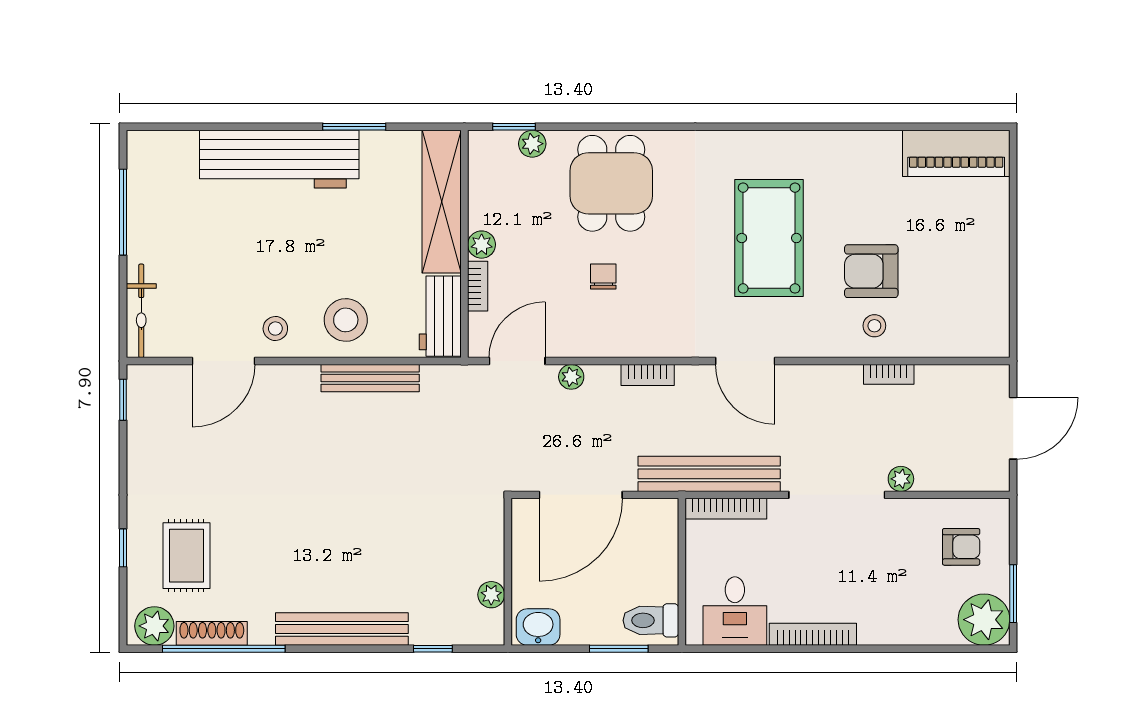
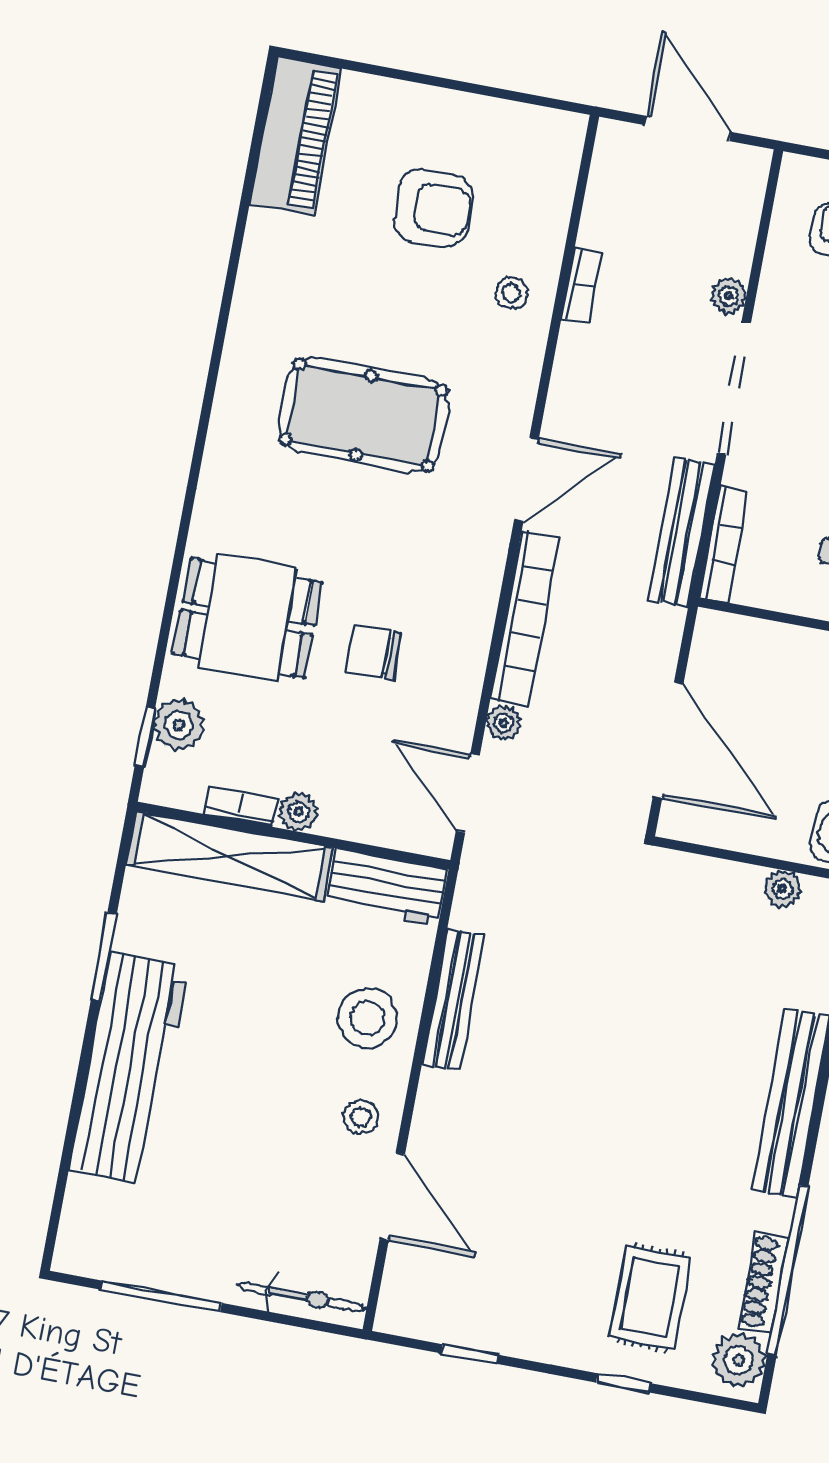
plant: (532, 144) -> (179, 725), width x1.38, depth x1.38
armchair: (871, 271) -> (433, 208), moved, turned -90
chair: (603, 277) -> (374, 653), width x1.37, depth x1.37
bookcase: (478, 286) -> (240, 807), moved
bookcase: (648, 375) -> (525, 618), width x2.31, depth x1.31
window: (123, 400) -> (470, 1354), moved
bench: (709, 474) -> (681, 533), width x0.73, depth x0.82
rug: (186, 556) -> (650, 1298), turned 90

